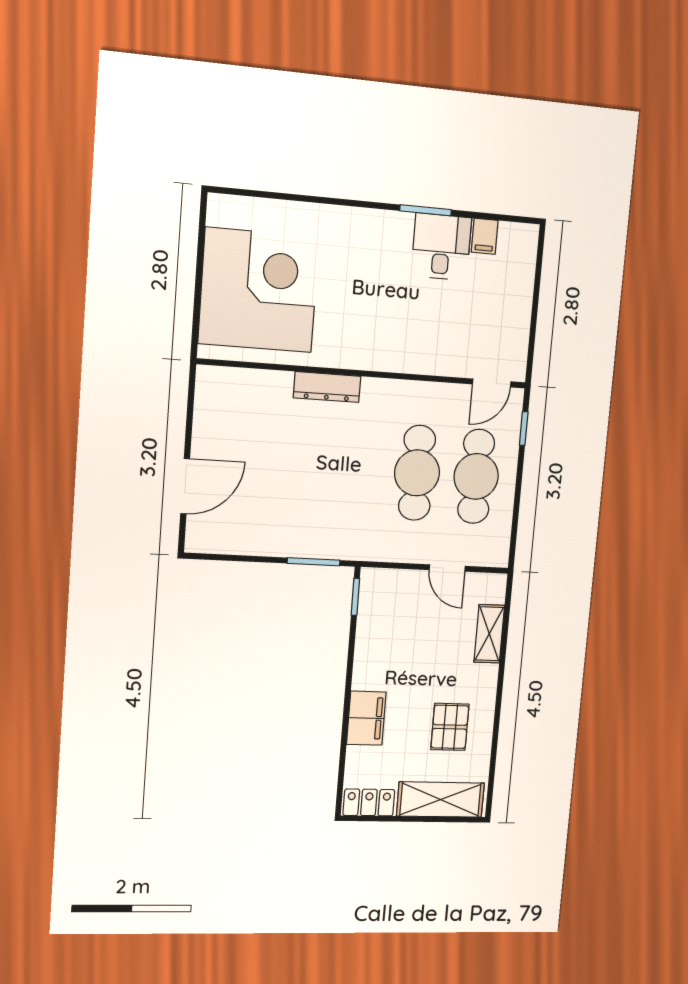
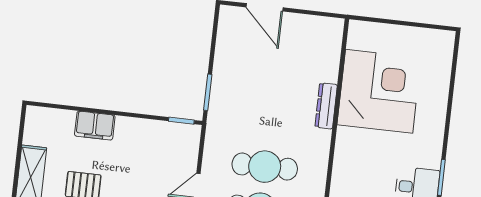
corner desk: (259, 290) -> (379, 91), moved, turned -90
locker: (369, 802) -> (34, 125), removed

